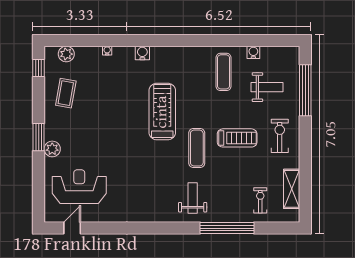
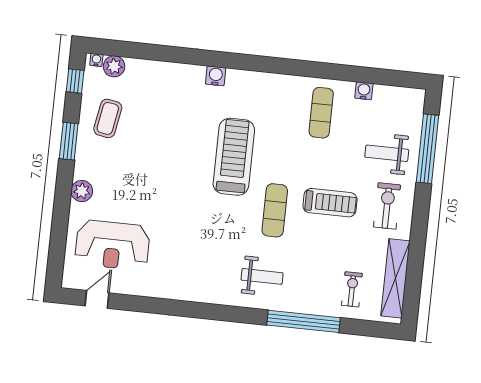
water cooler: (107, 51) -> (96, 60), moved
weight bench: (267, 87) -> (387, 153), moved, turned 180
window: (39, 137) -> (69, 141), moved
reception desk: (79, 187) -> (112, 245), turned 180
shelving: (292, 189) -> (395, 278), width x1.47
weight bench: (193, 198) -> (262, 276), turned 90

